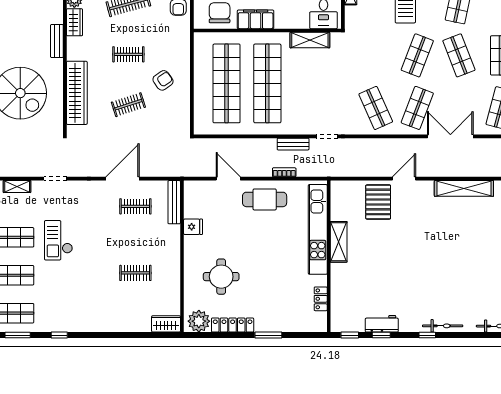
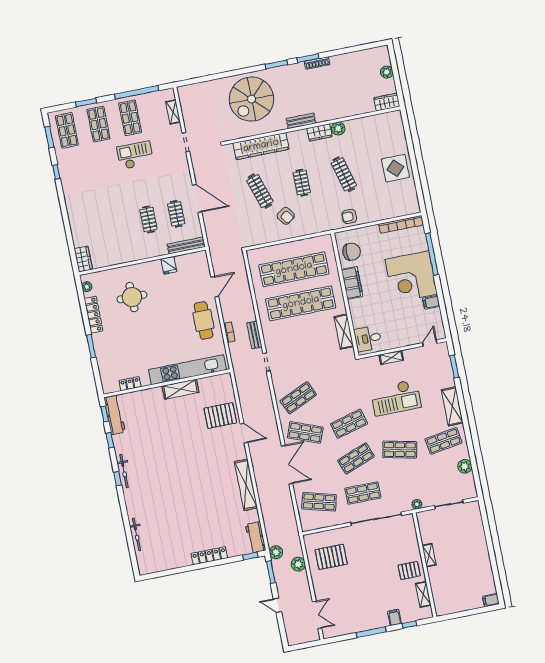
shop shelf: (417, 55) -> (349, 424), turned -36
clothes rail: (128, 105) -> (260, 191), width x1.36
clothes rail: (135, 273) -> (148, 219), moved
plant: (199, 321) -> (87, 287), width x0.53, depth x0.53
workbench: (382, 324) -> (115, 415), moved, width x1.38
bicycle: (443, 326) -> (124, 471), moved

